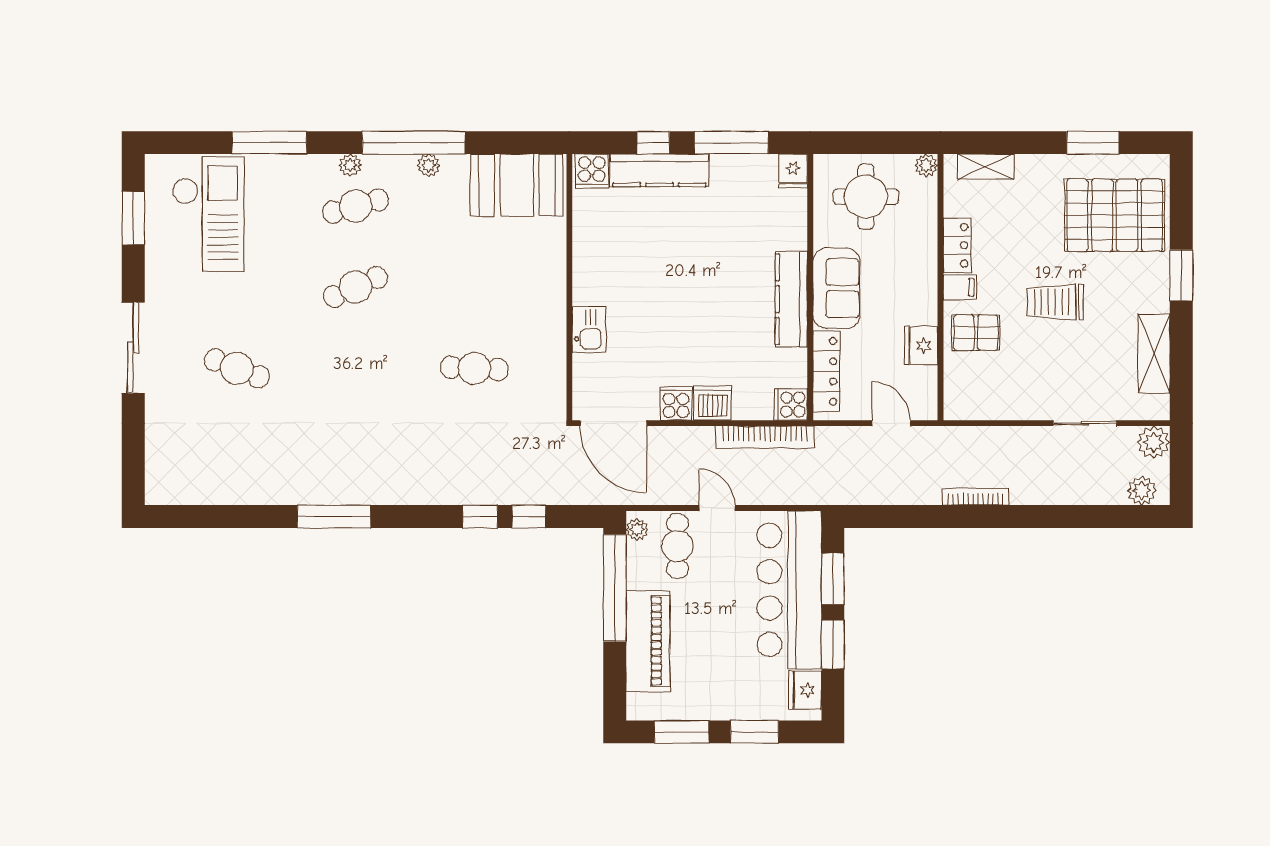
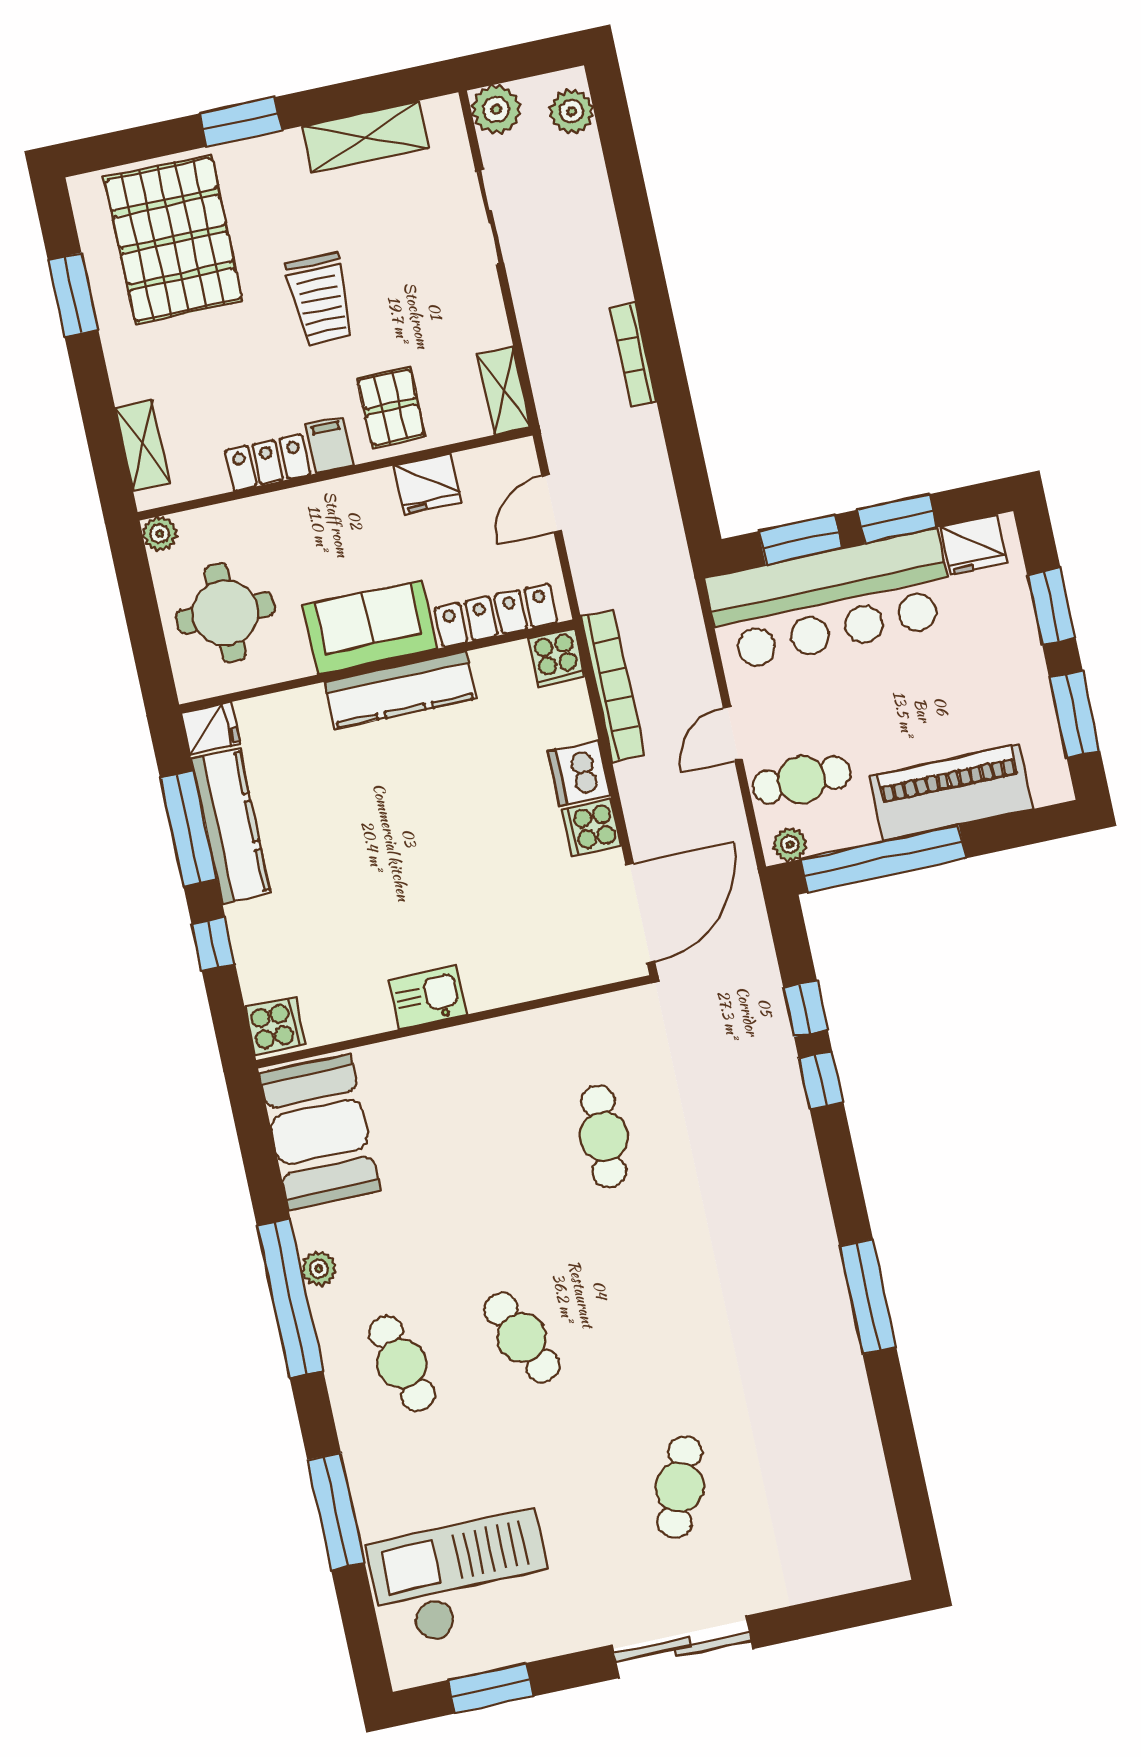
plant: (350, 165) -> (343, 1385), removed
kitchen counter: (659, 170) -> (231, 826), moved
kitchen sink: (589, 330) -> (428, 997), moved
shelving: (971, 408) -> (504, 391), added

